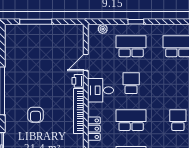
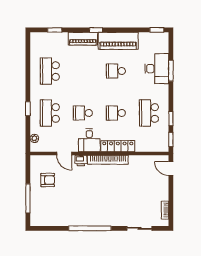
armchair: (36, 115) -> (48, 180), moved
school desk: (131, 120) -> (116, 113), width x0.54
locker: (94, 129) -> (118, 146), width x1.53

